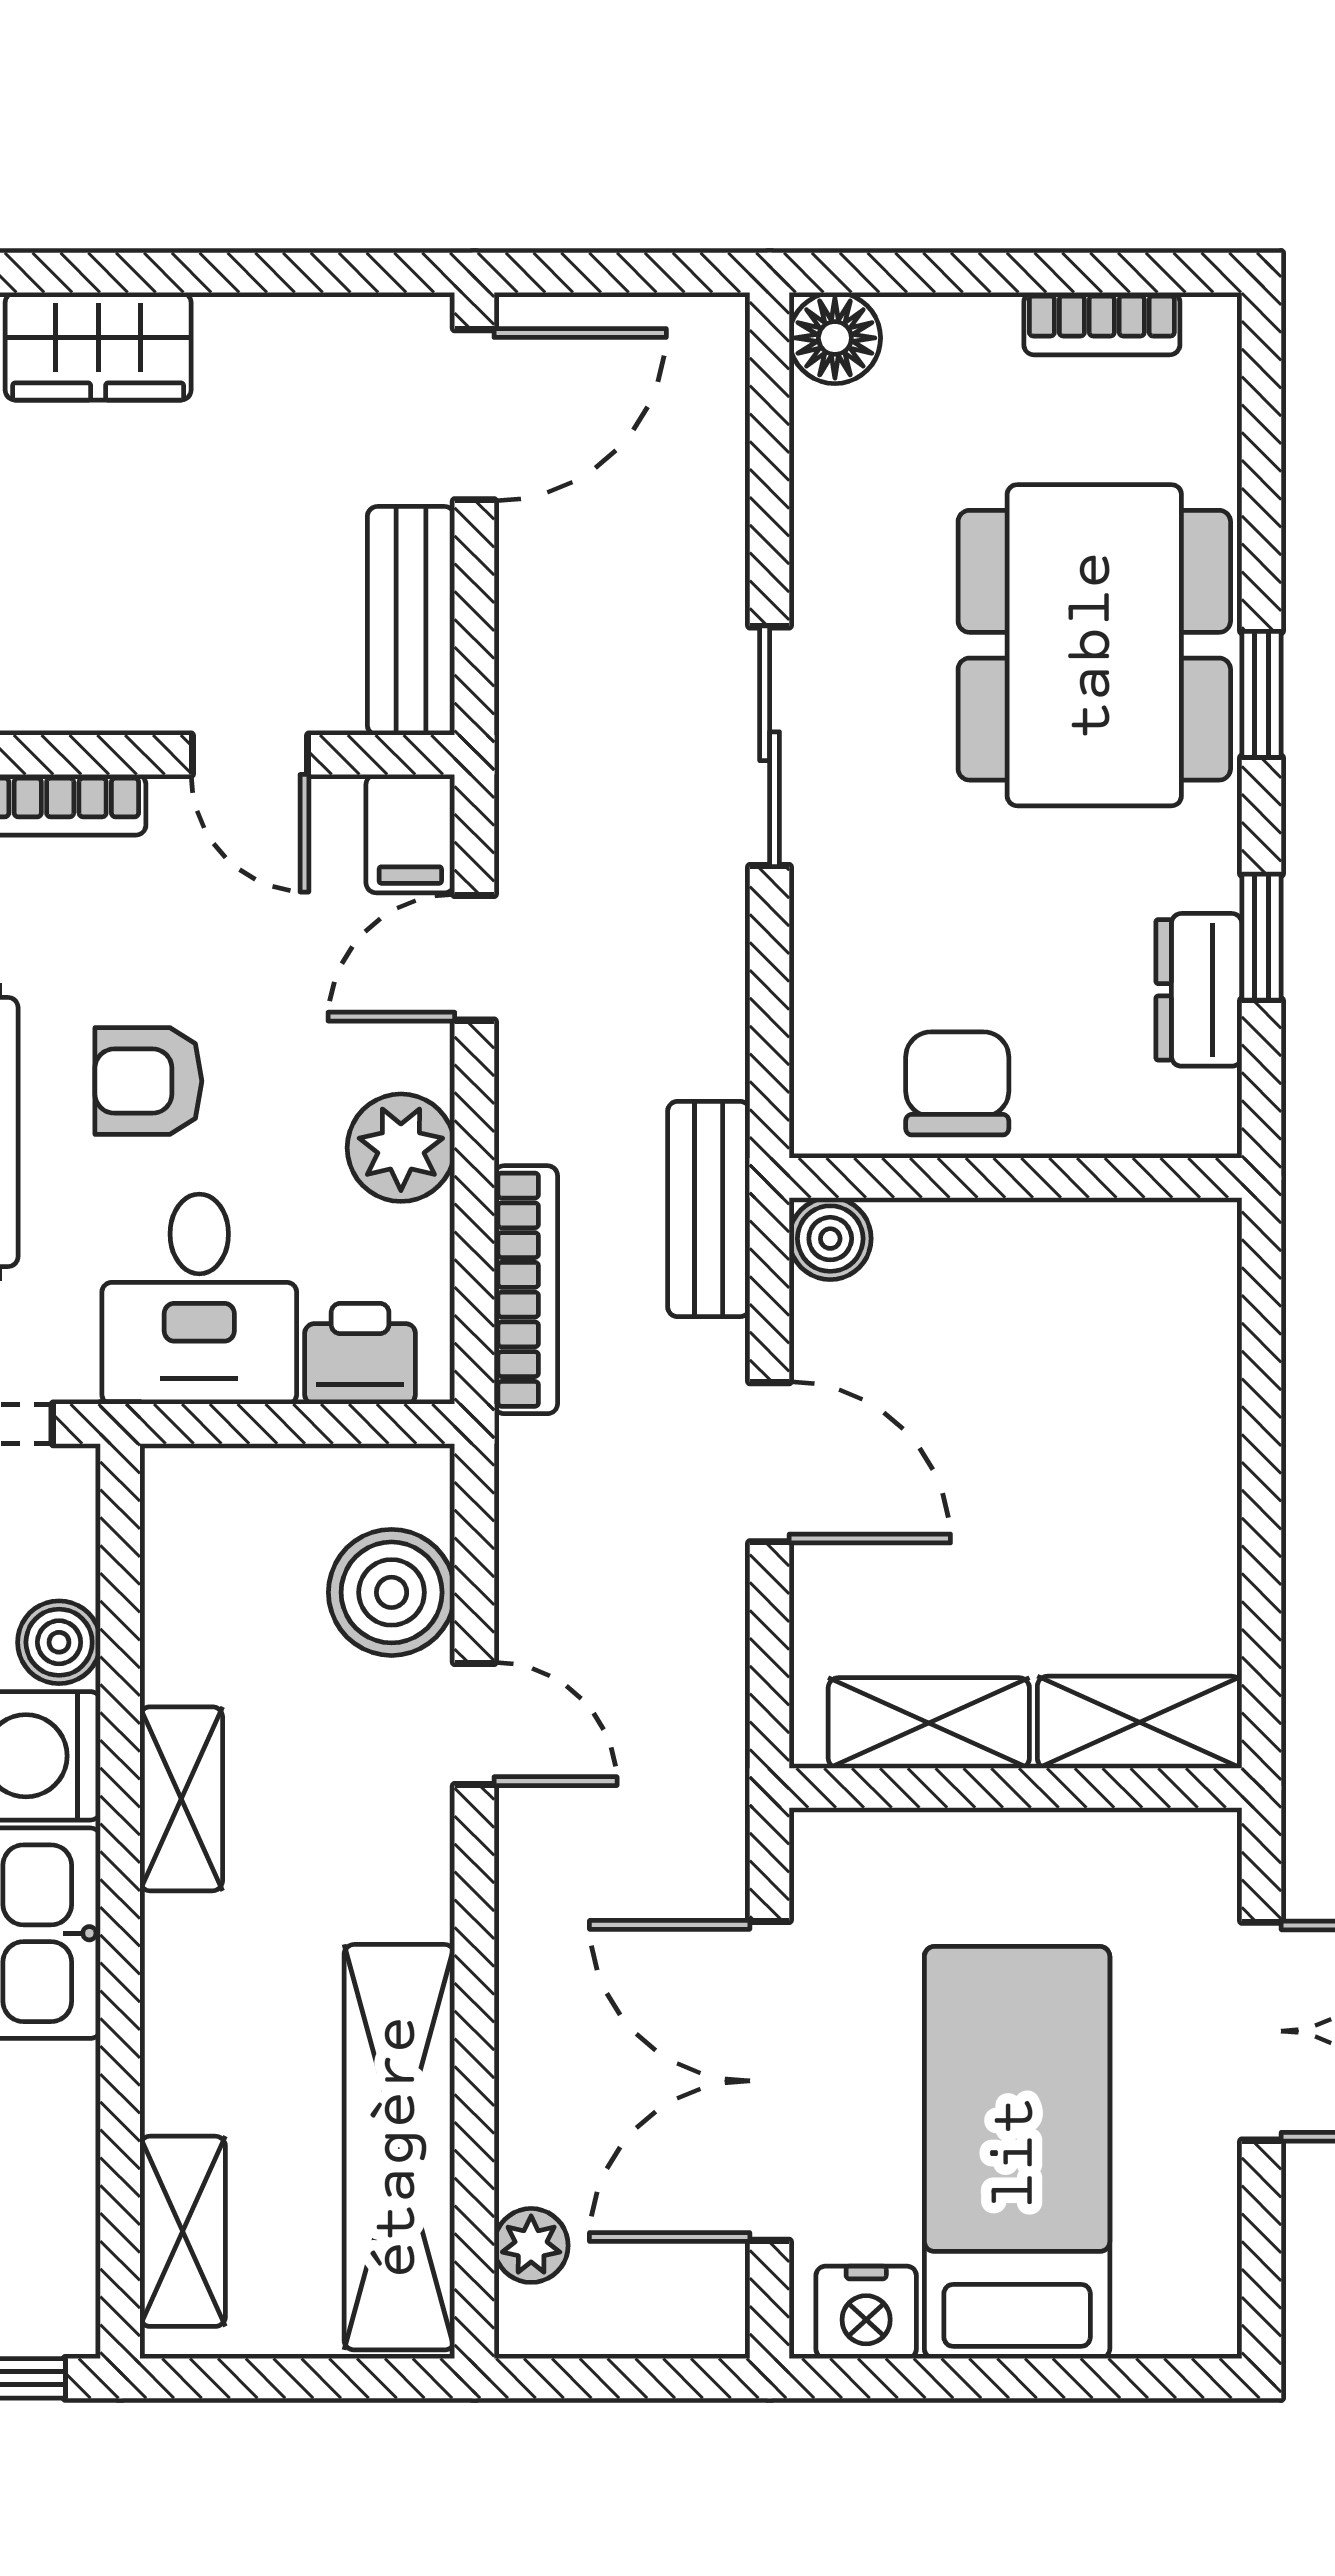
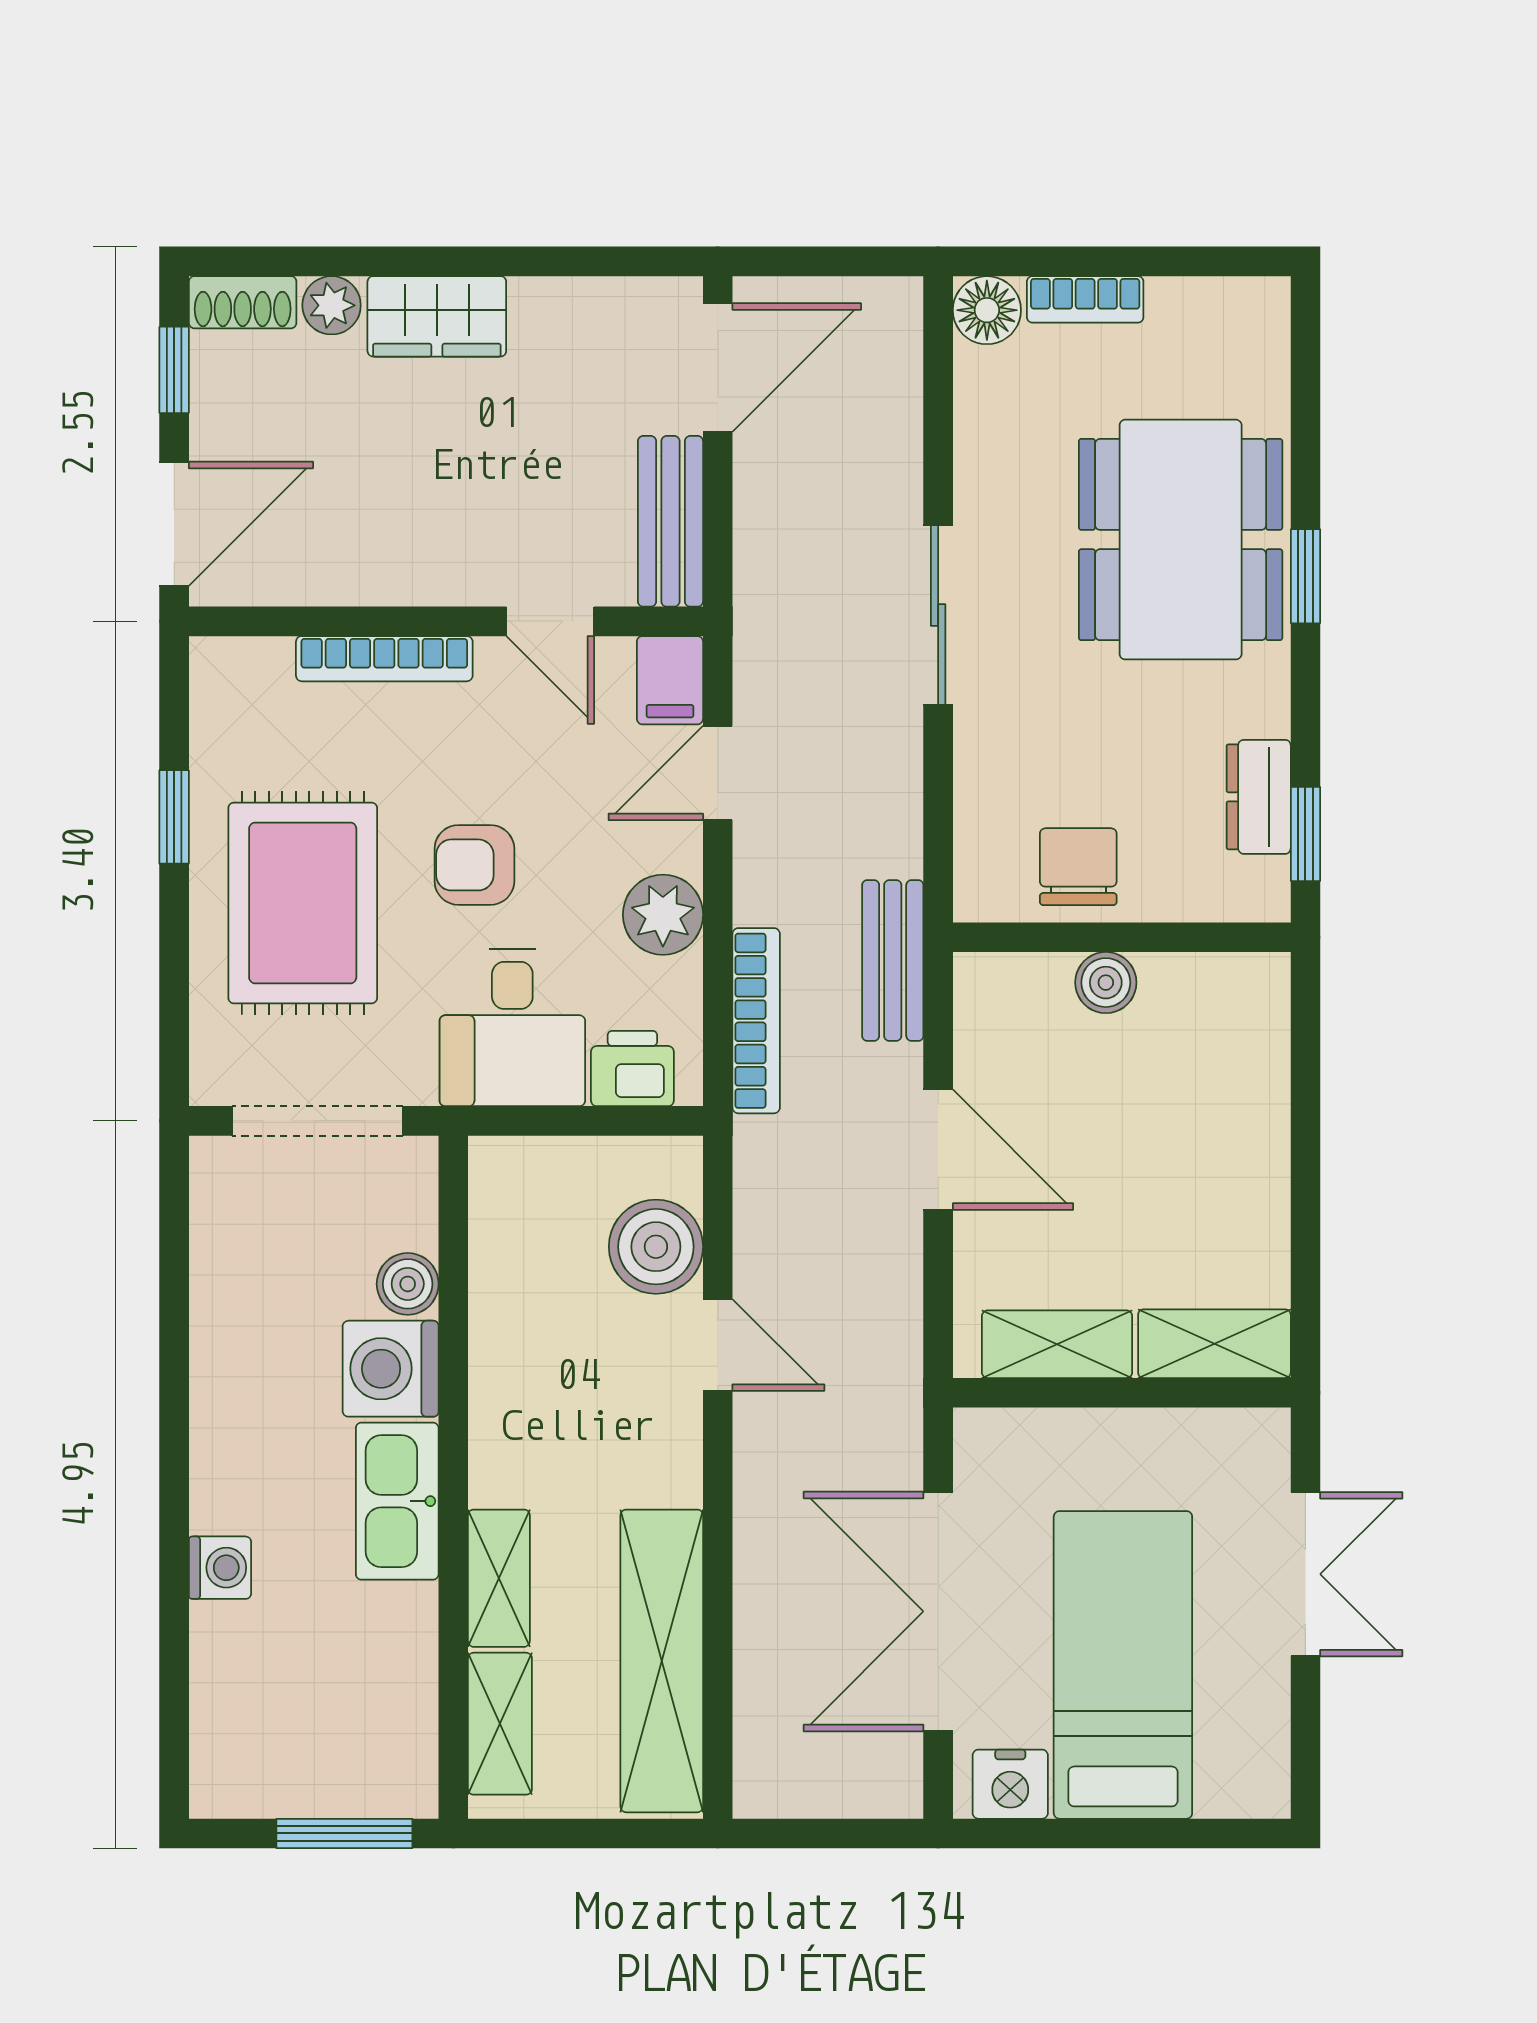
bookcase: (1102, 324) -> (1085, 299), moved
window: (1262, 937) -> (1305, 834), moved
boiler: (830, 1239) -> (1106, 983), moved
shelving: (181, 1799) -> (499, 1578), moved
plant: (531, 2245) -> (760, 1734), removed

